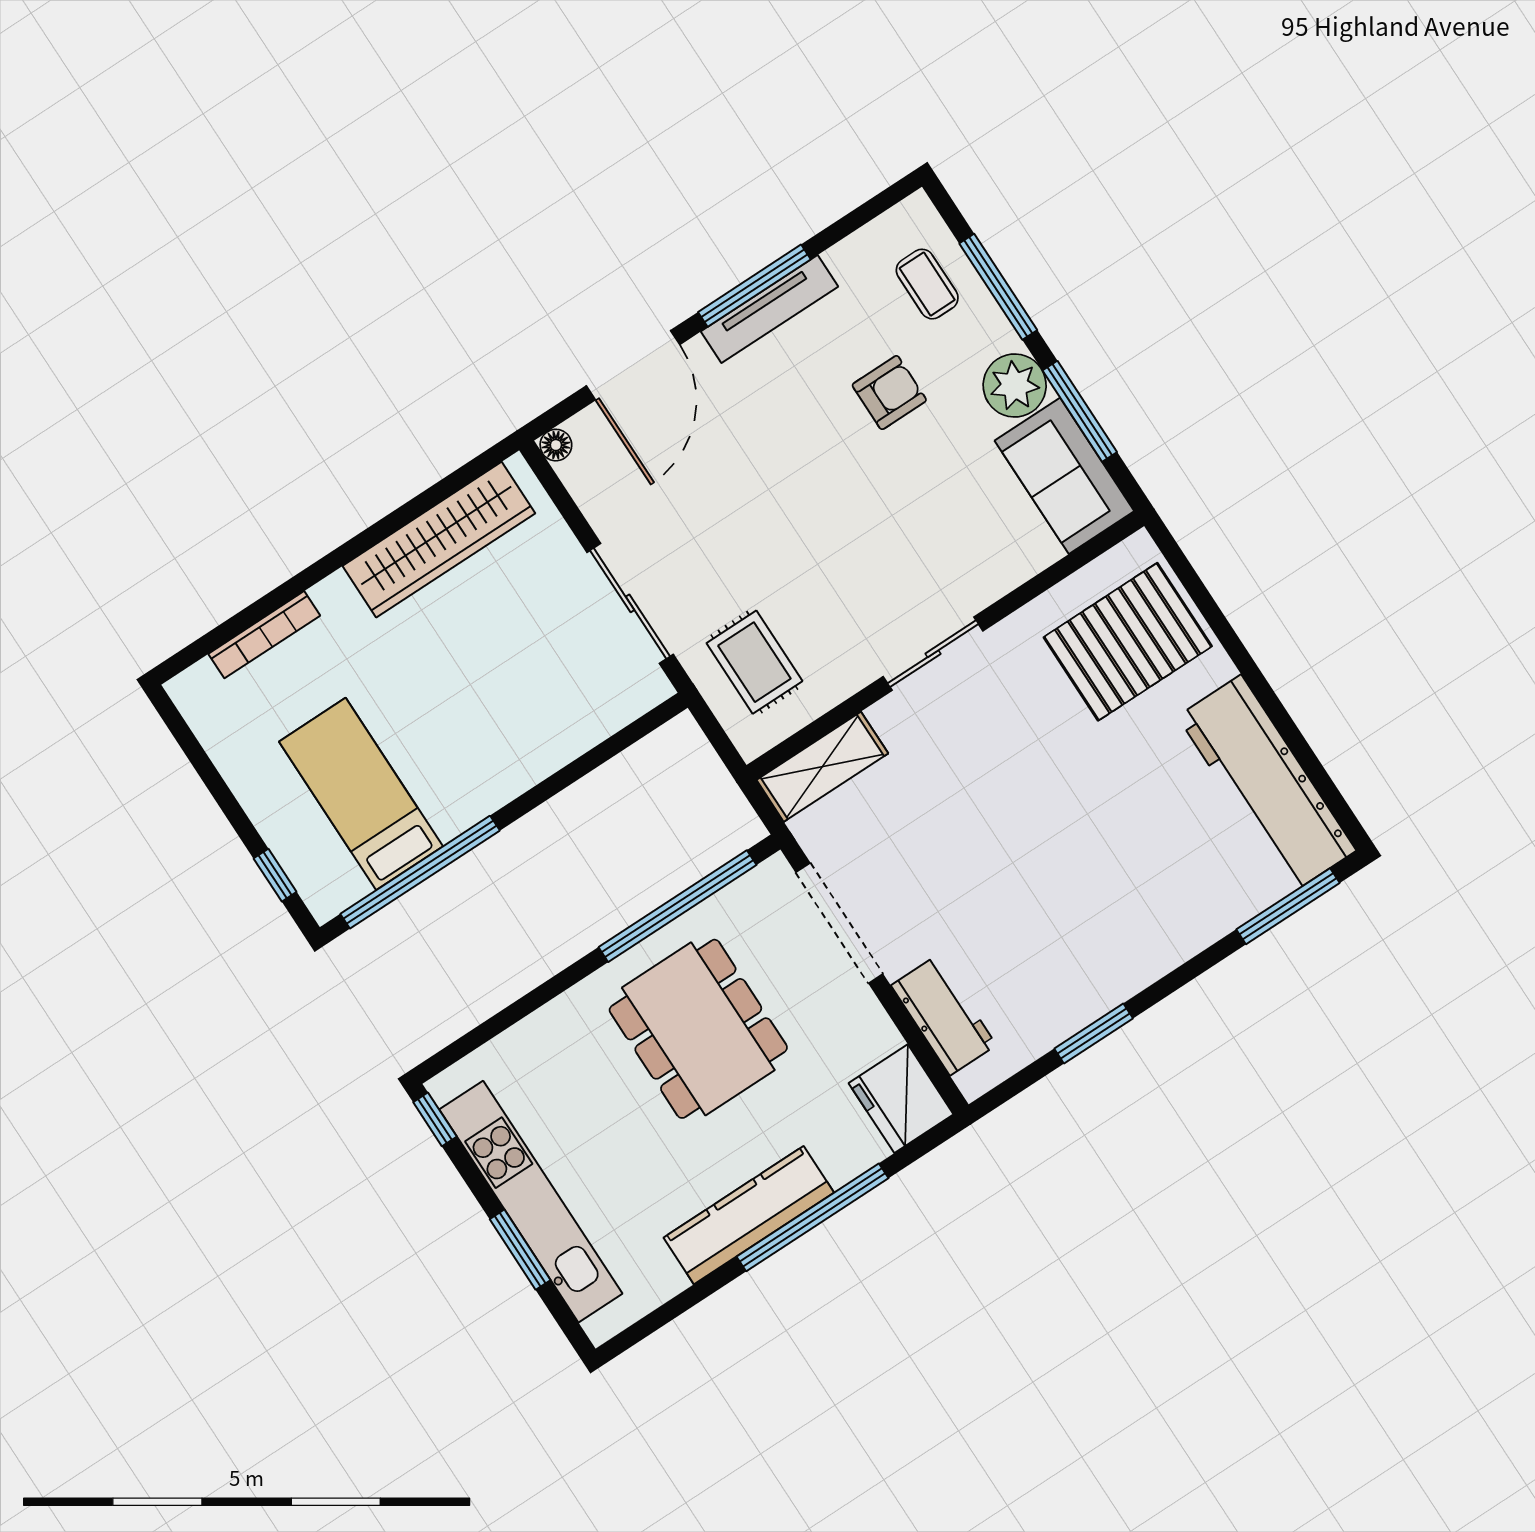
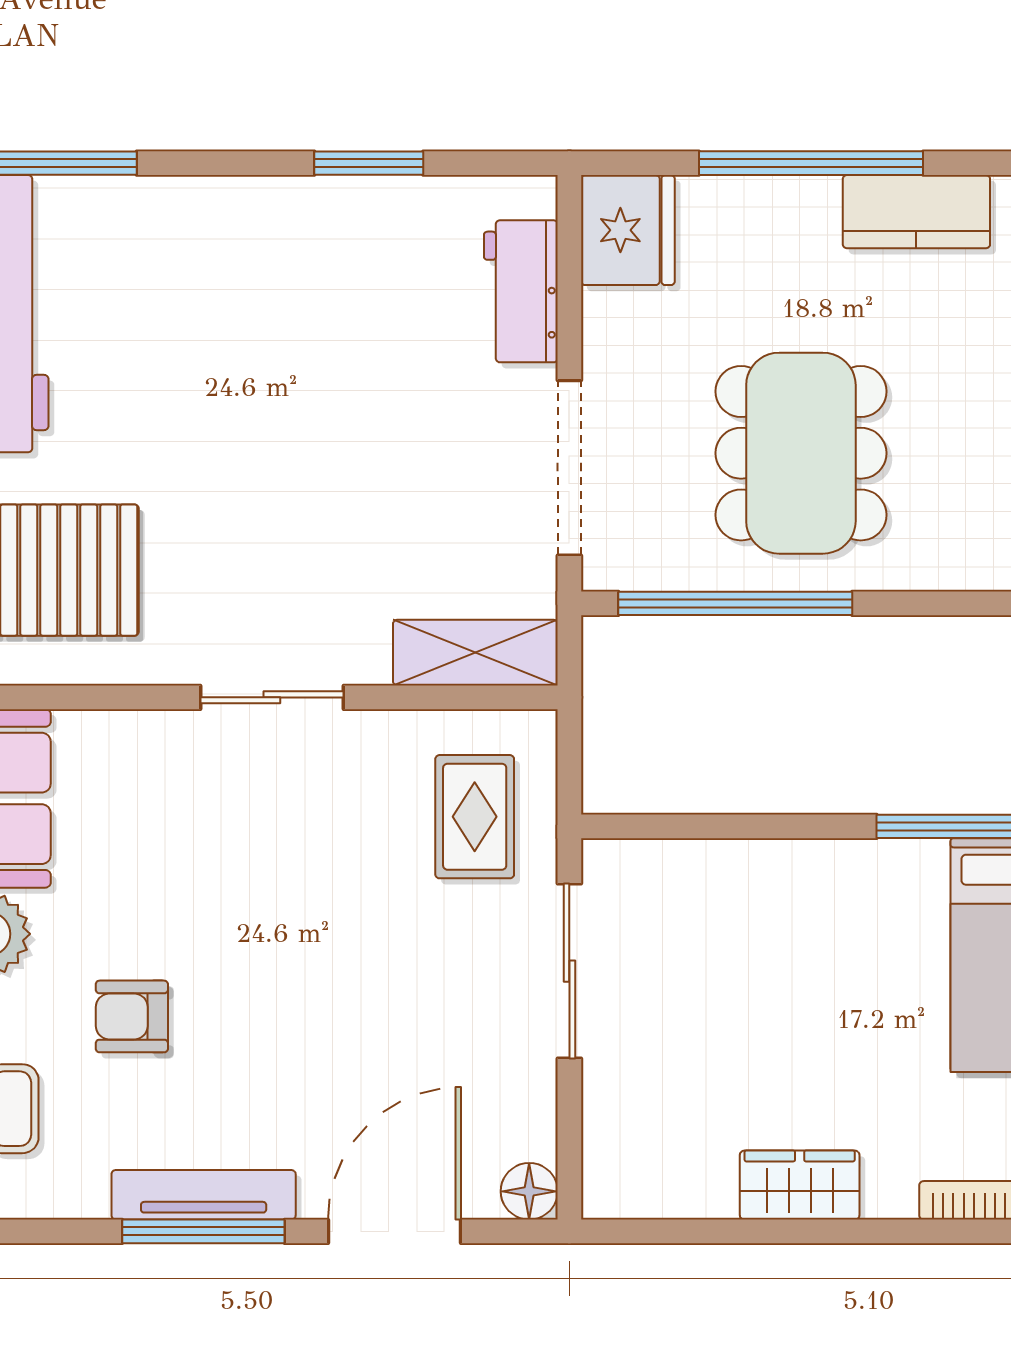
floor lamp: (556, 445) -> (529, 1191), width x1.37, depth x1.37
wardrobe: (439, 540) -> (800, 1185), width x0.48, depth x0.85
kitchen counter: (749, 1215) -> (916, 212), width x0.67

